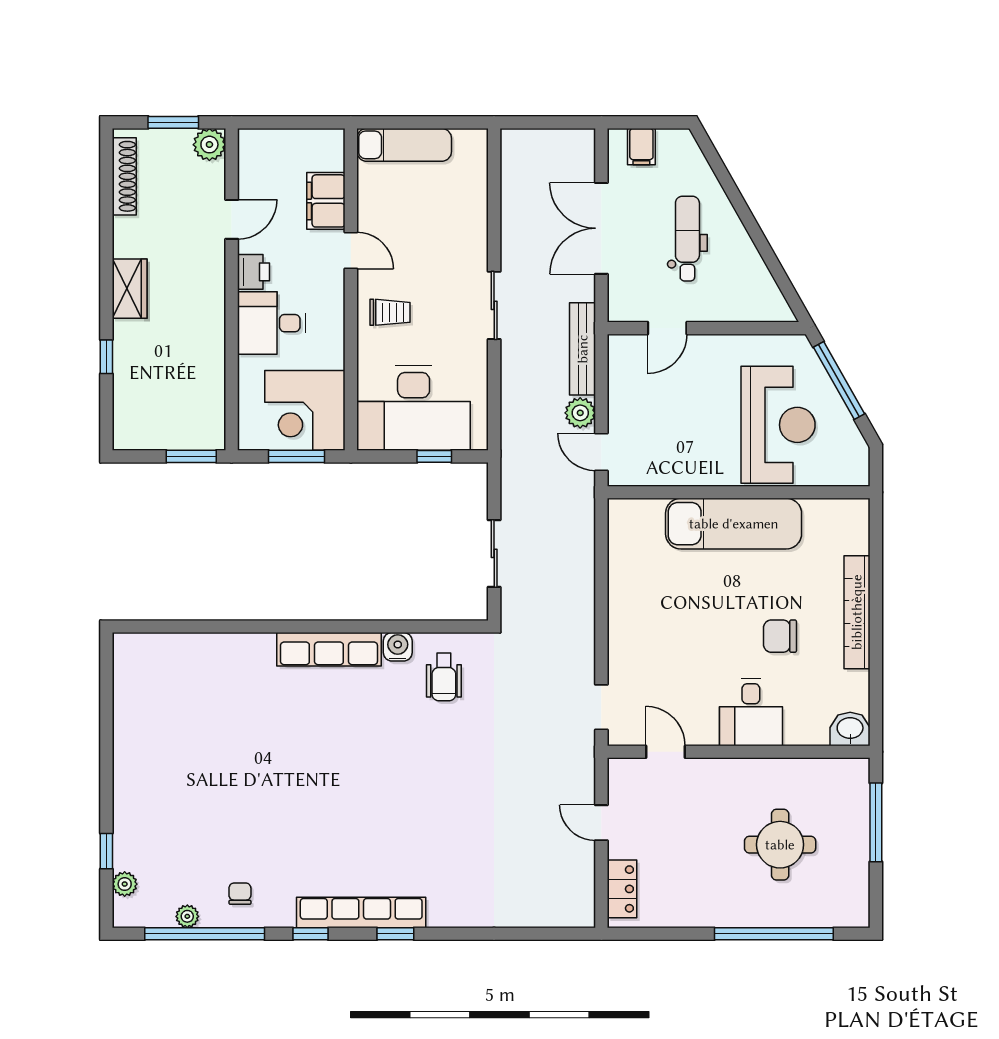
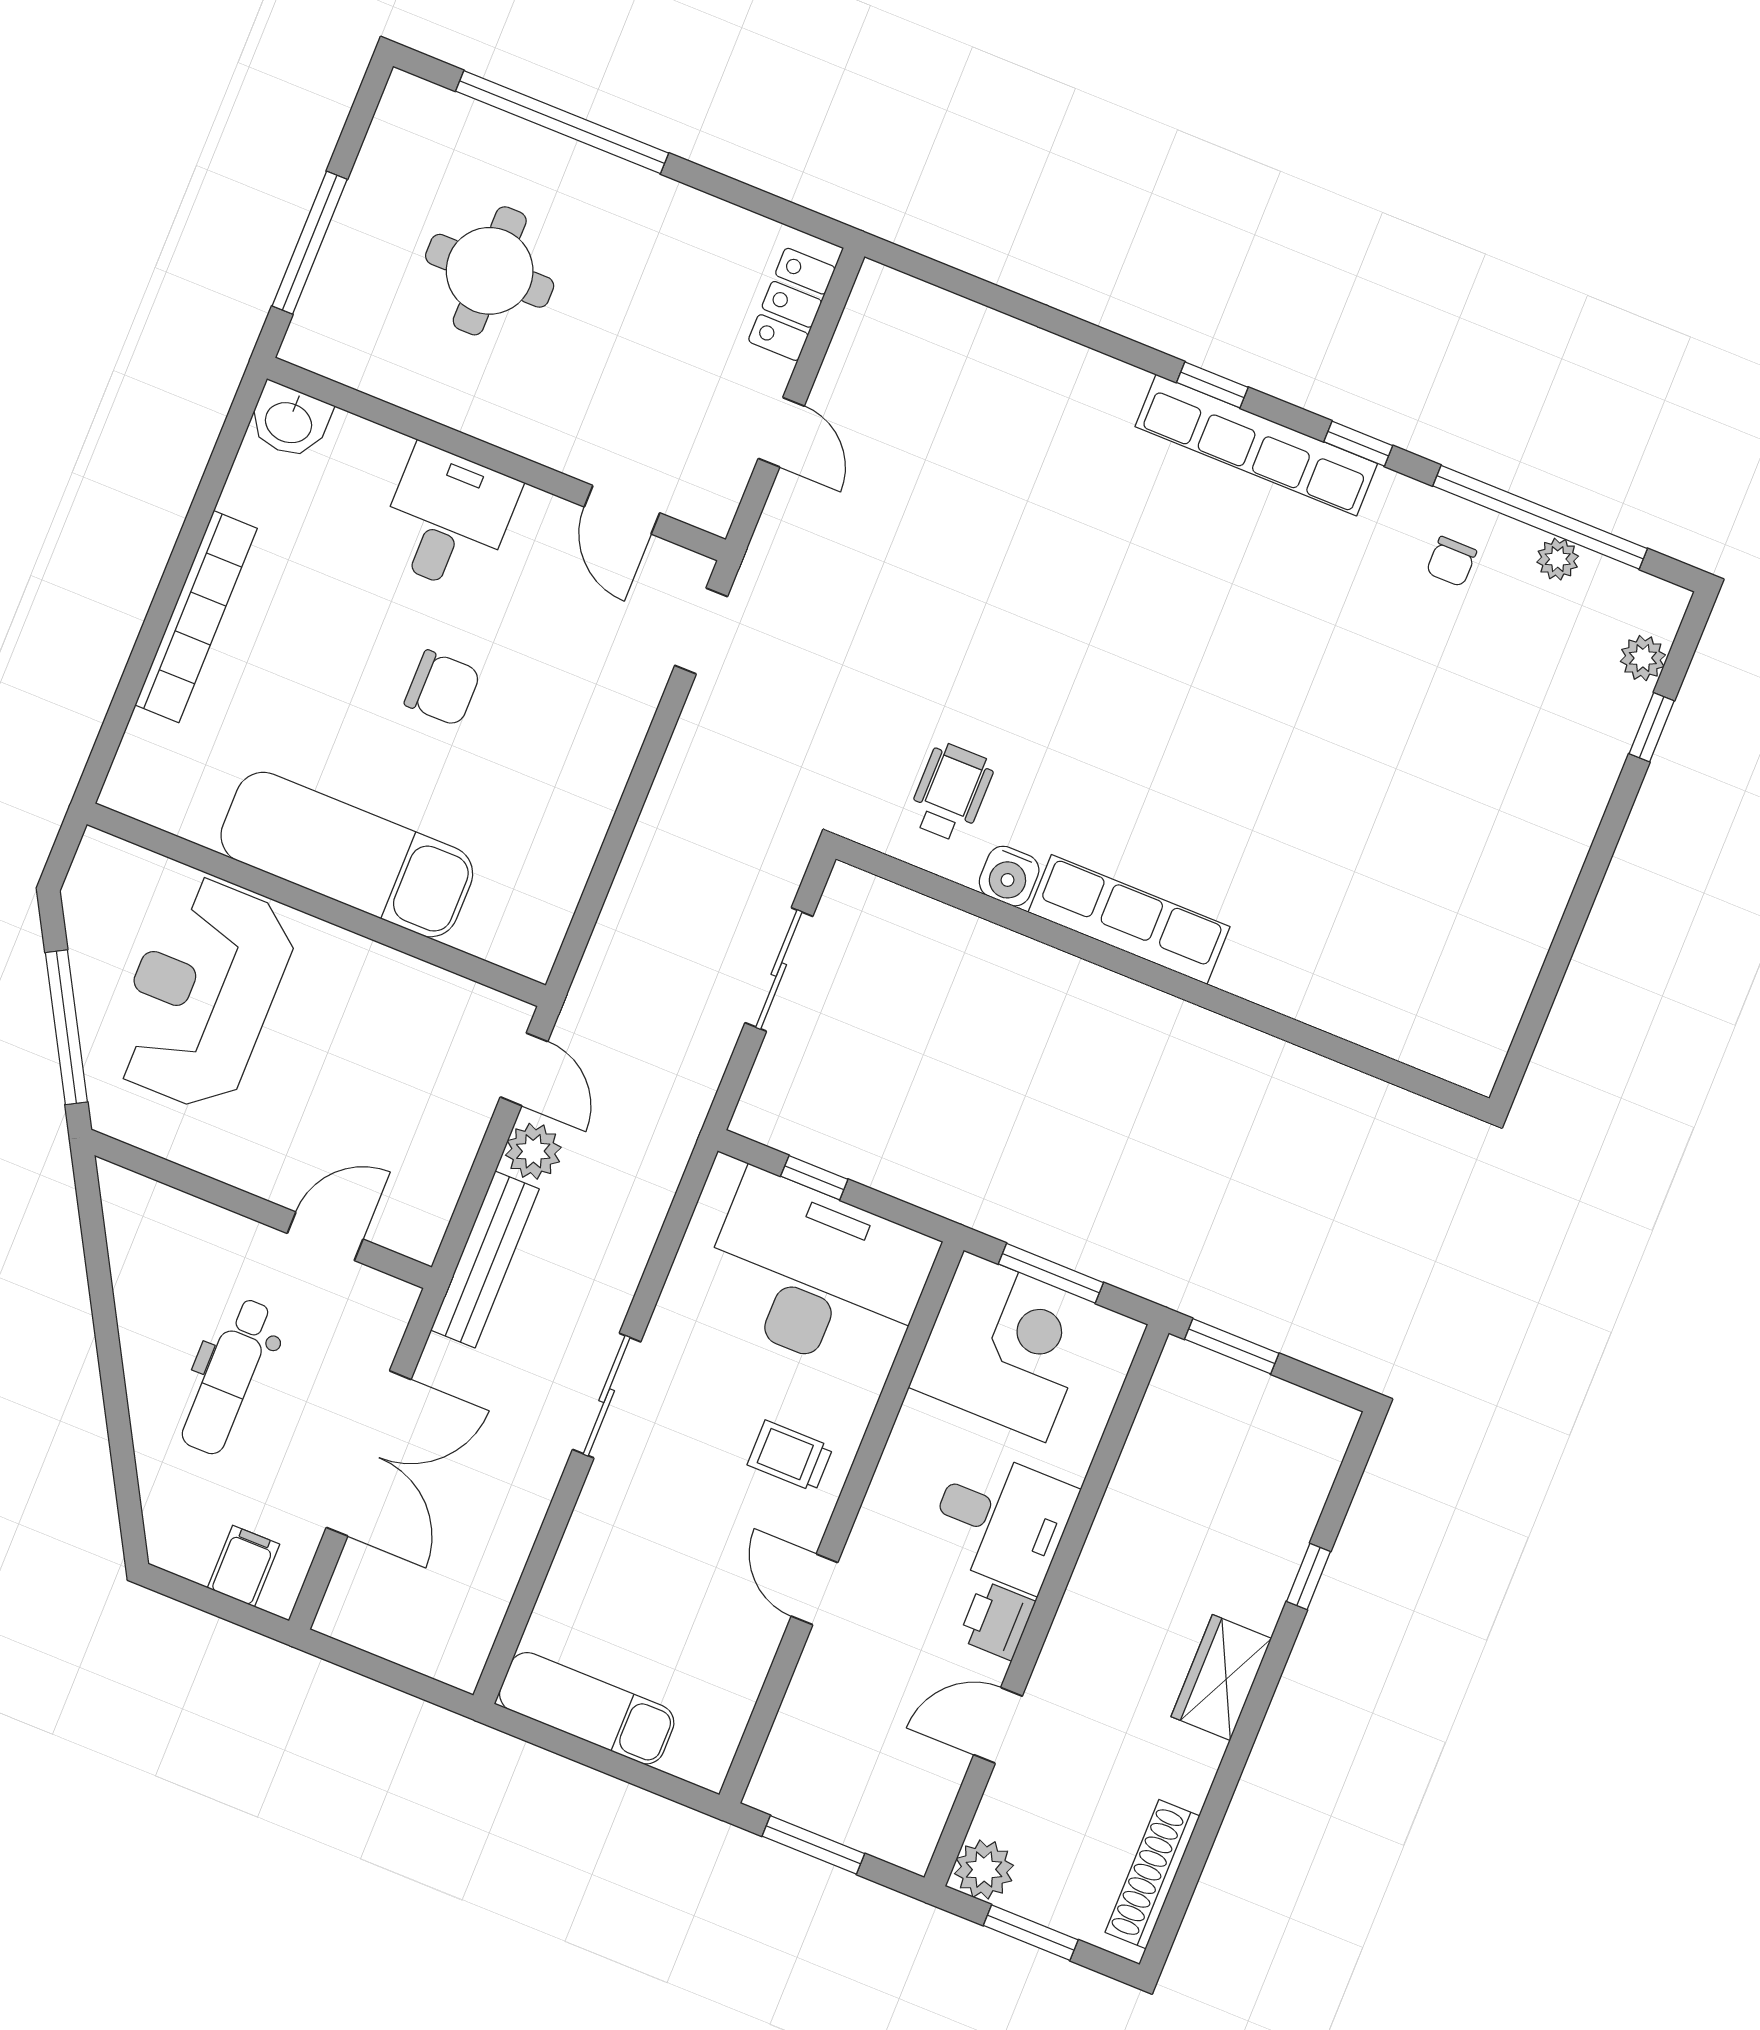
window: (300, 122) -> (813, 1845), added
exam couch: (404, 145) -> (587, 1708), moved
filing cabinet: (326, 201) -> (823, 1692), removed
chair: (780, 636) -> (442, 688), moved

